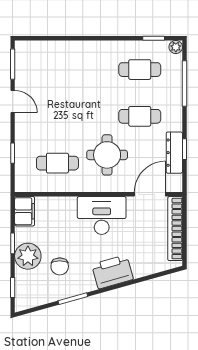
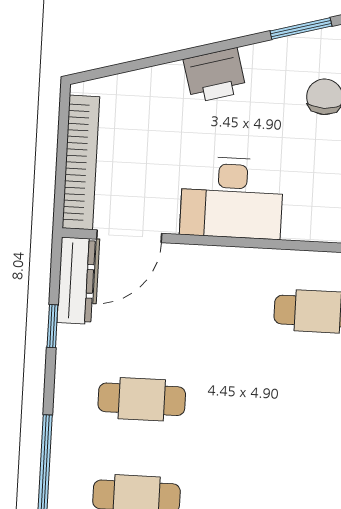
dresser: (174, 153) -> (76, 281), moved
round table: (107, 155) -> (214, 323), removed
printer: (112, 272) -> (215, 75), width x0.73, depth x0.84

